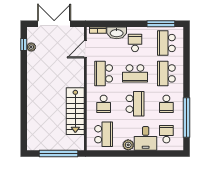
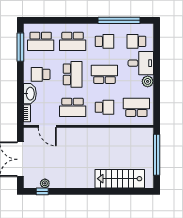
stairs: (75, 111) -> (120, 179), moved, turned 180

